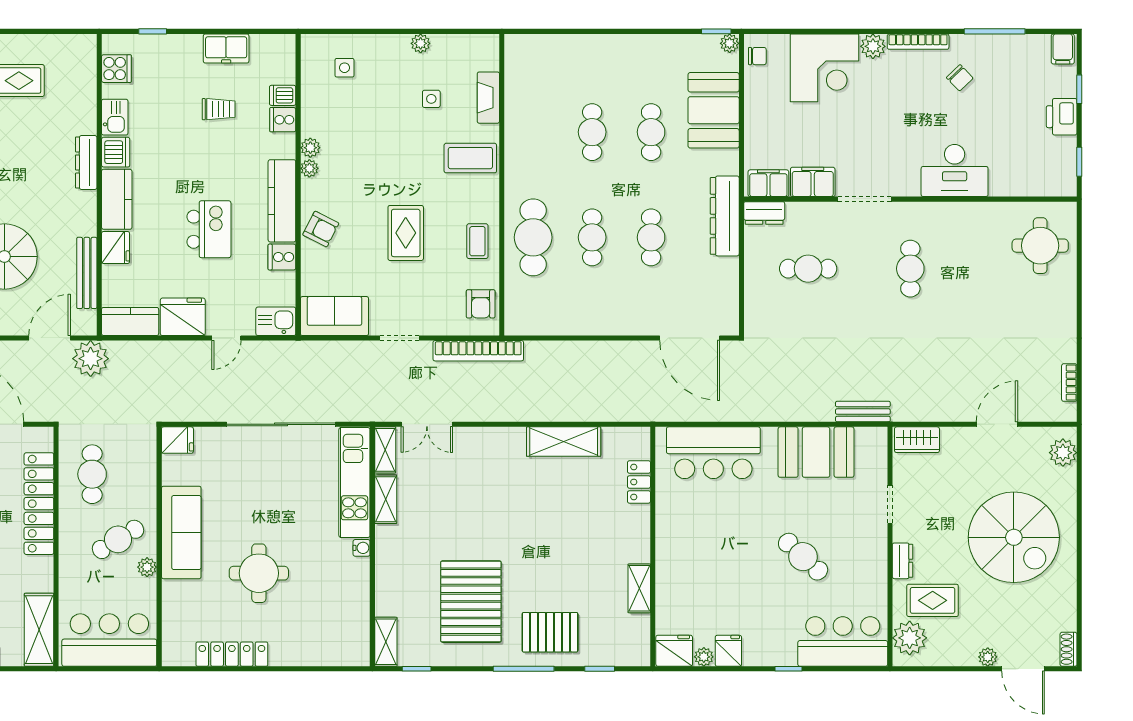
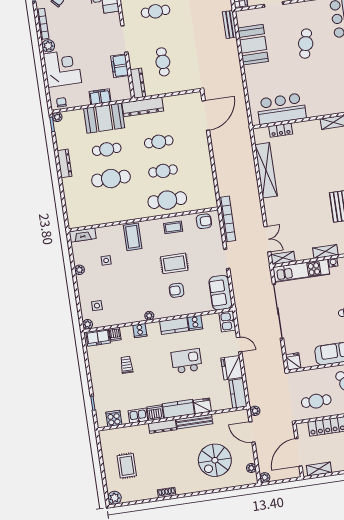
dresser: (635, 45) -> (65, 163), added
freezer: (226, 48) -> (98, 338), moved, turned 90
fireplace: (488, 98) -> (83, 235), moved
booth: (714, 110) -> (104, 118), moved
cooker: (283, 120) -> (140, 331), moved
cafe table: (592, 132) -> (111, 179), width x1.37, depth x1.35
plant: (310, 148) -> (87, 324), moved
filing cabinet: (768, 183) -> (100, 97), moved, turned 90
kitchen counter: (282, 201) -> (174, 326), width x0.67
dresser: (764, 213) -> (138, 83), width x1.44
armchair: (321, 229) -> (177, 290), moved, turned -117
bench: (87, 273) -> (194, 422), moved
plant: (91, 359) -> (255, 411), width x0.53, depth x0.53
shelving: (564, 442) -> (266, 170), width x1.47
bar counter: (713, 453) -> (281, 109), moved, turned -90
shelving: (386, 499) -> (325, 251), moved
cafe table: (803, 557) -> (306, 44), turned -30

